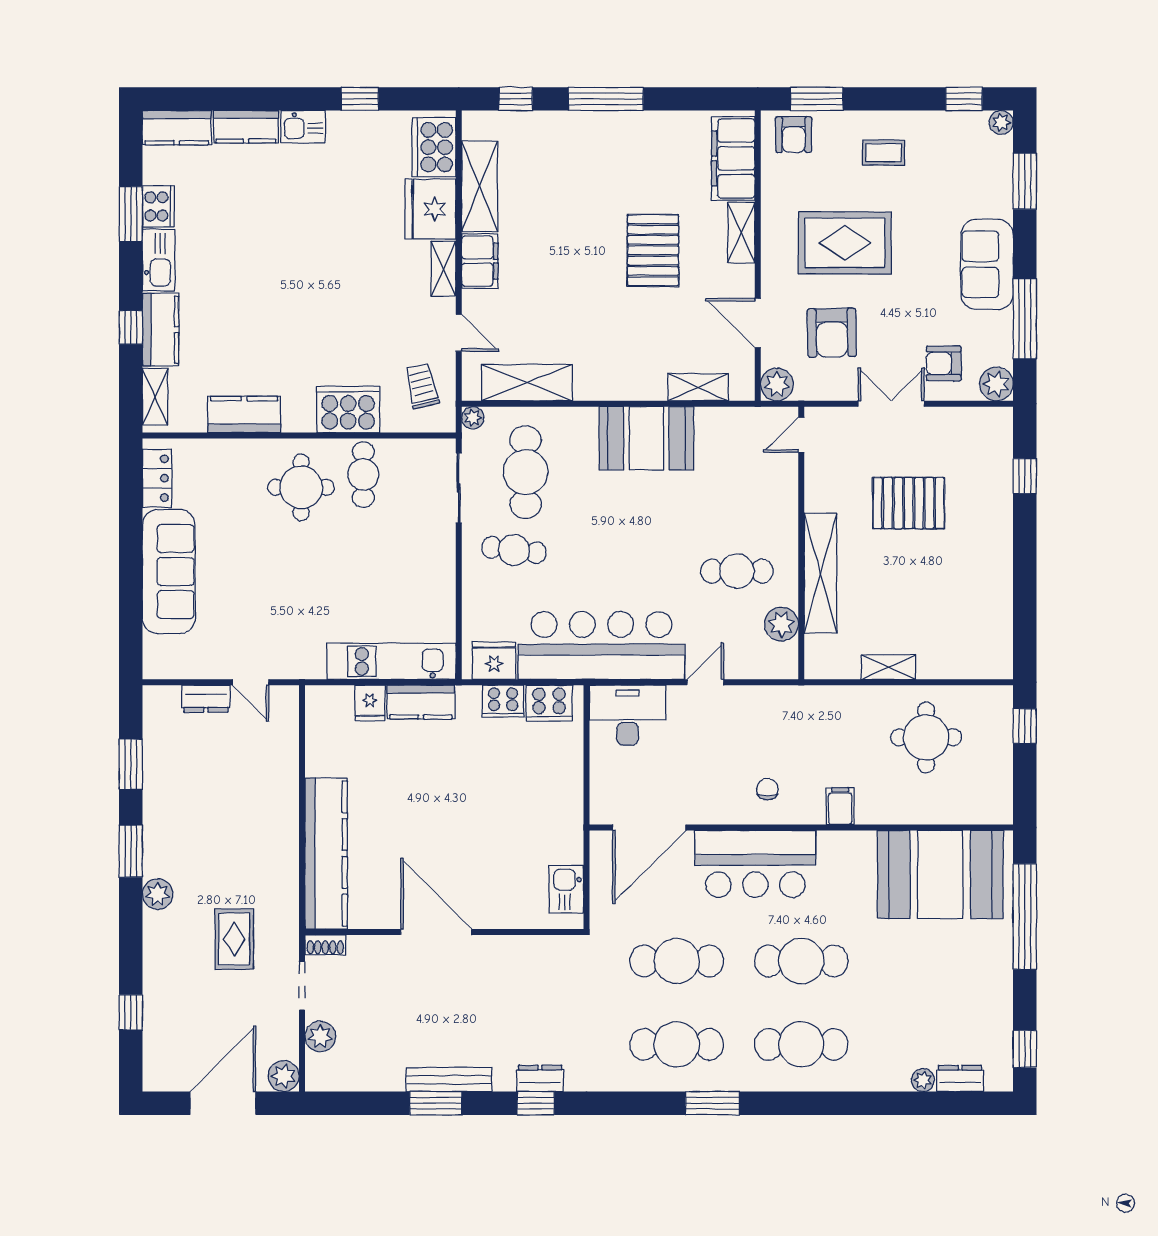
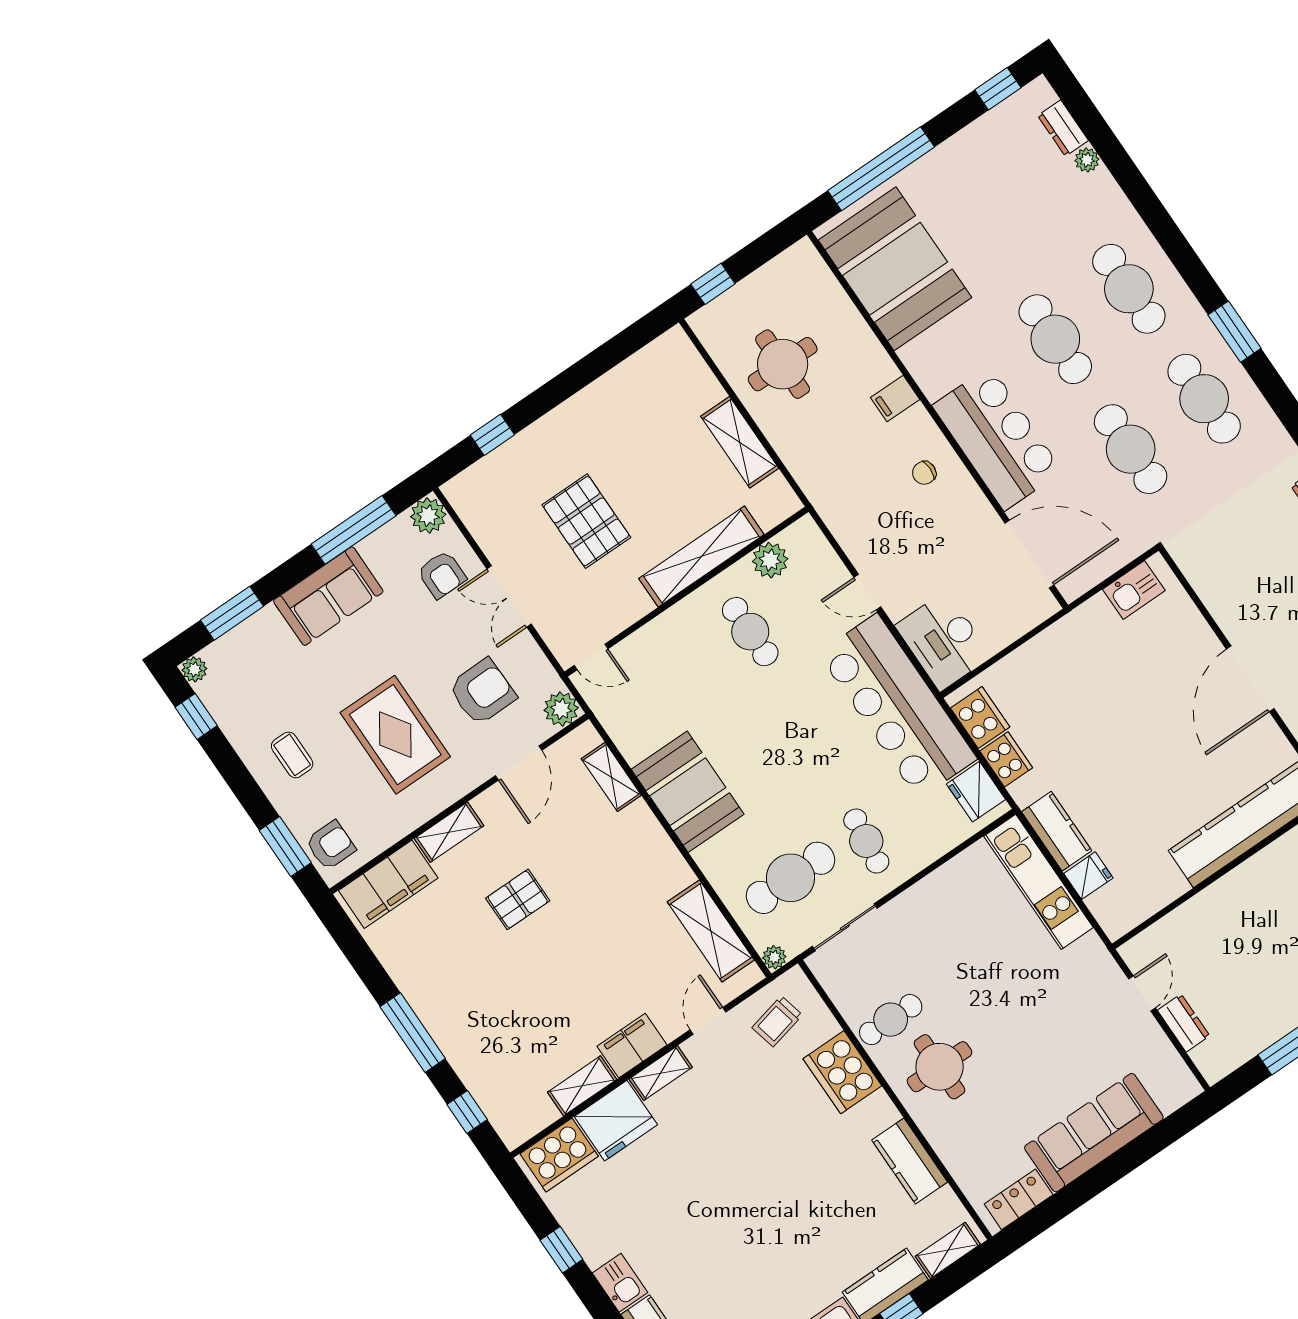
shelving: (480, 186) -> (582, 1086), width x0.67, depth x0.75
pallet: (653, 250) -> (518, 899), width x0.67, depth x0.71
shelving: (888, 667) -> (740, 442), width x1.50, depth x1.33

